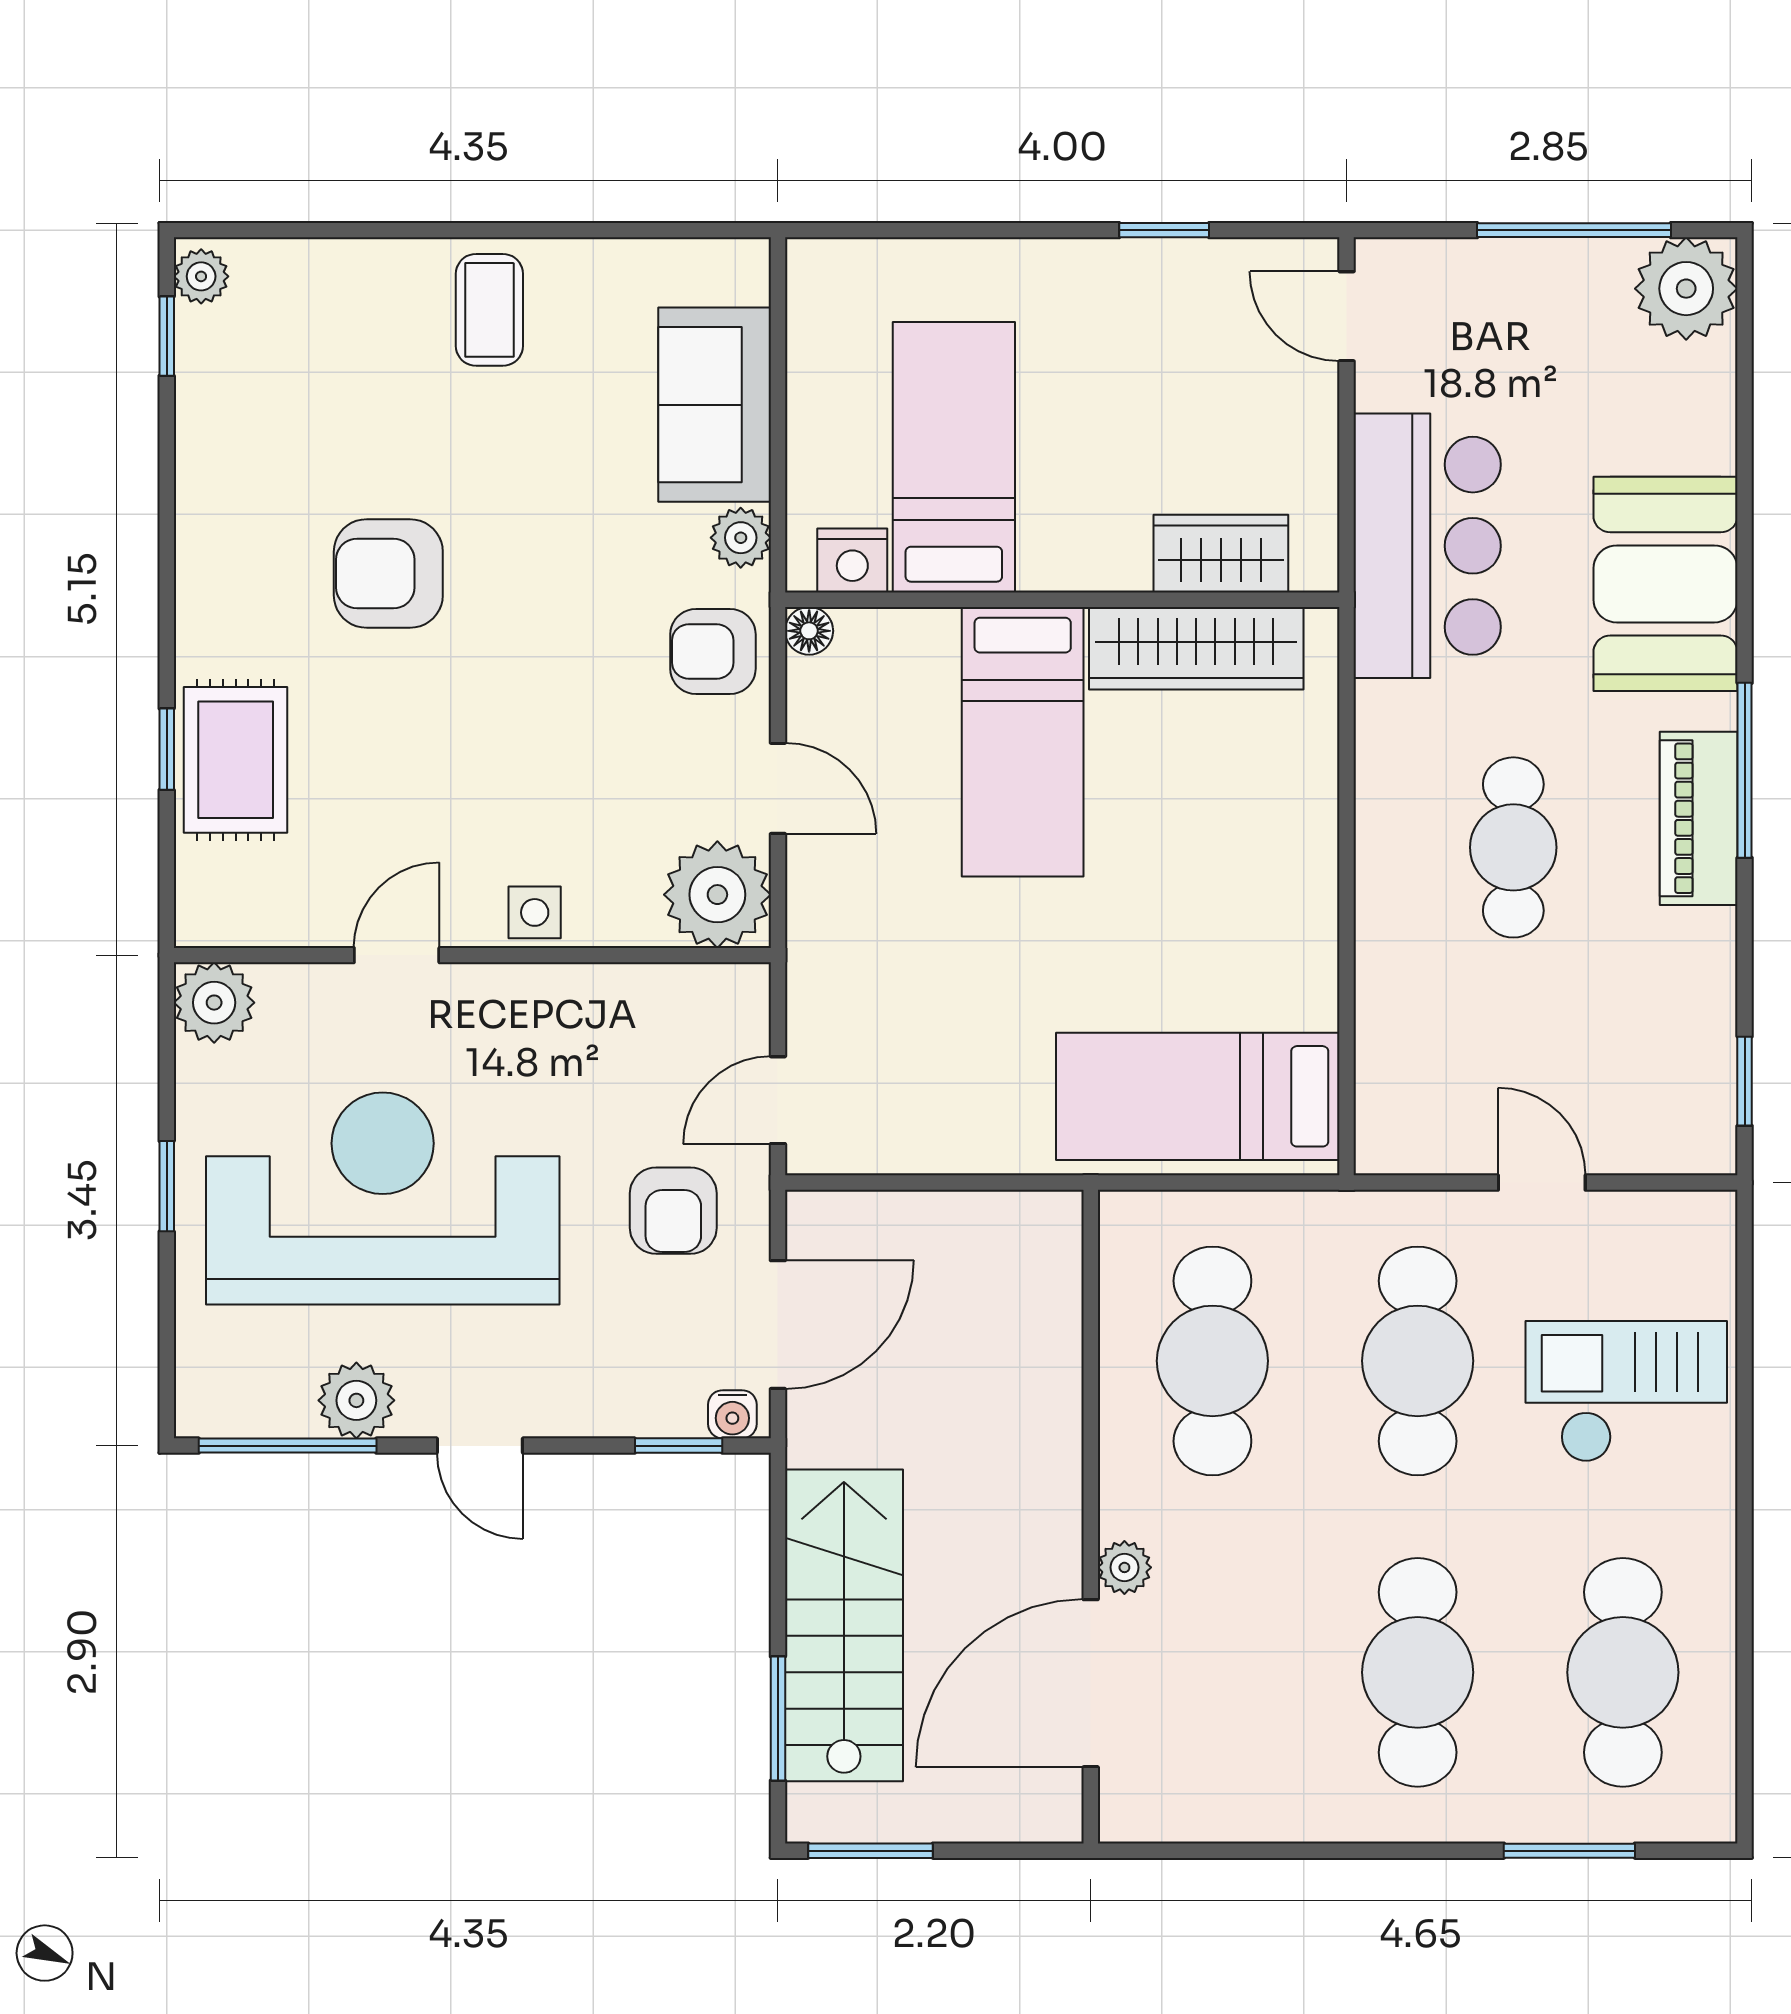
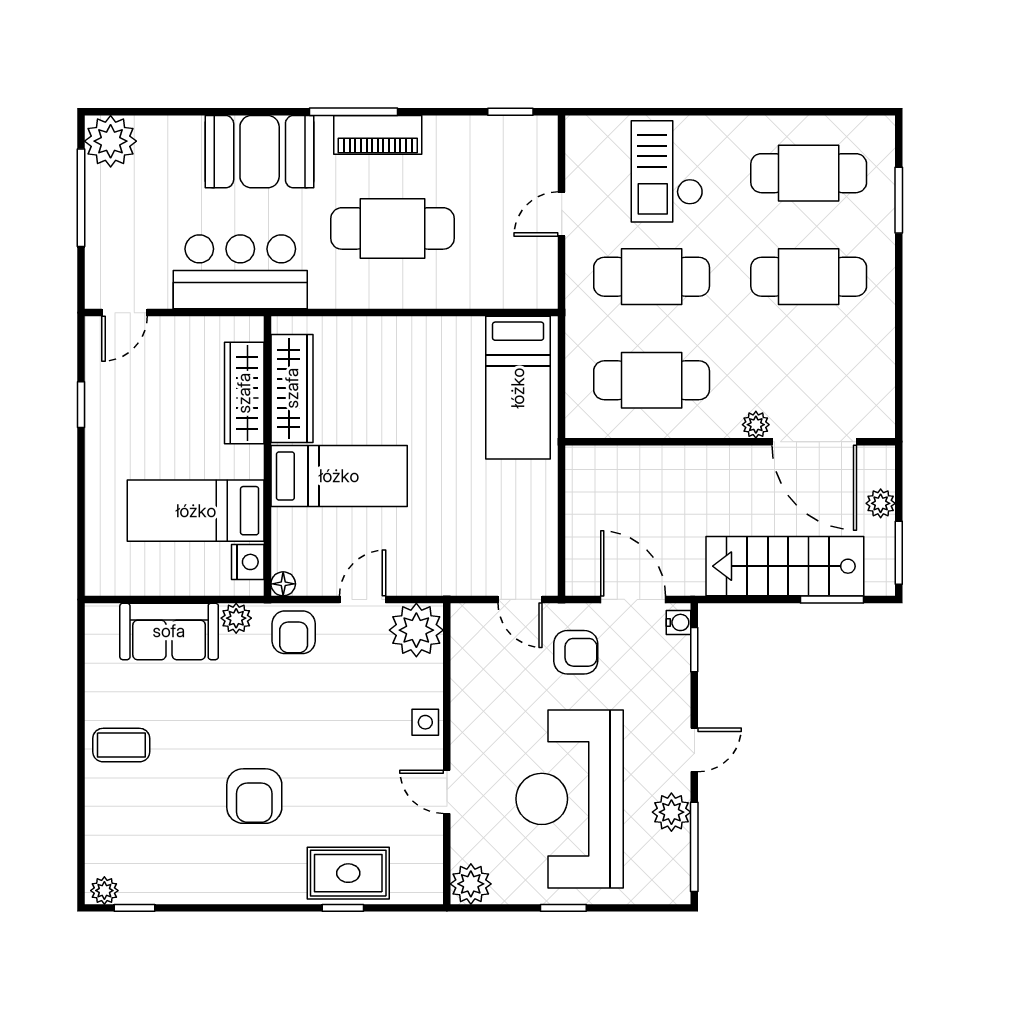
wardrobe: (1221, 554) -> (244, 393), width x1.50
cafe table: (1513, 847) -> (392, 228), width x1.37, depth x1.35
plant: (968, 1815) -> (881, 503), added

